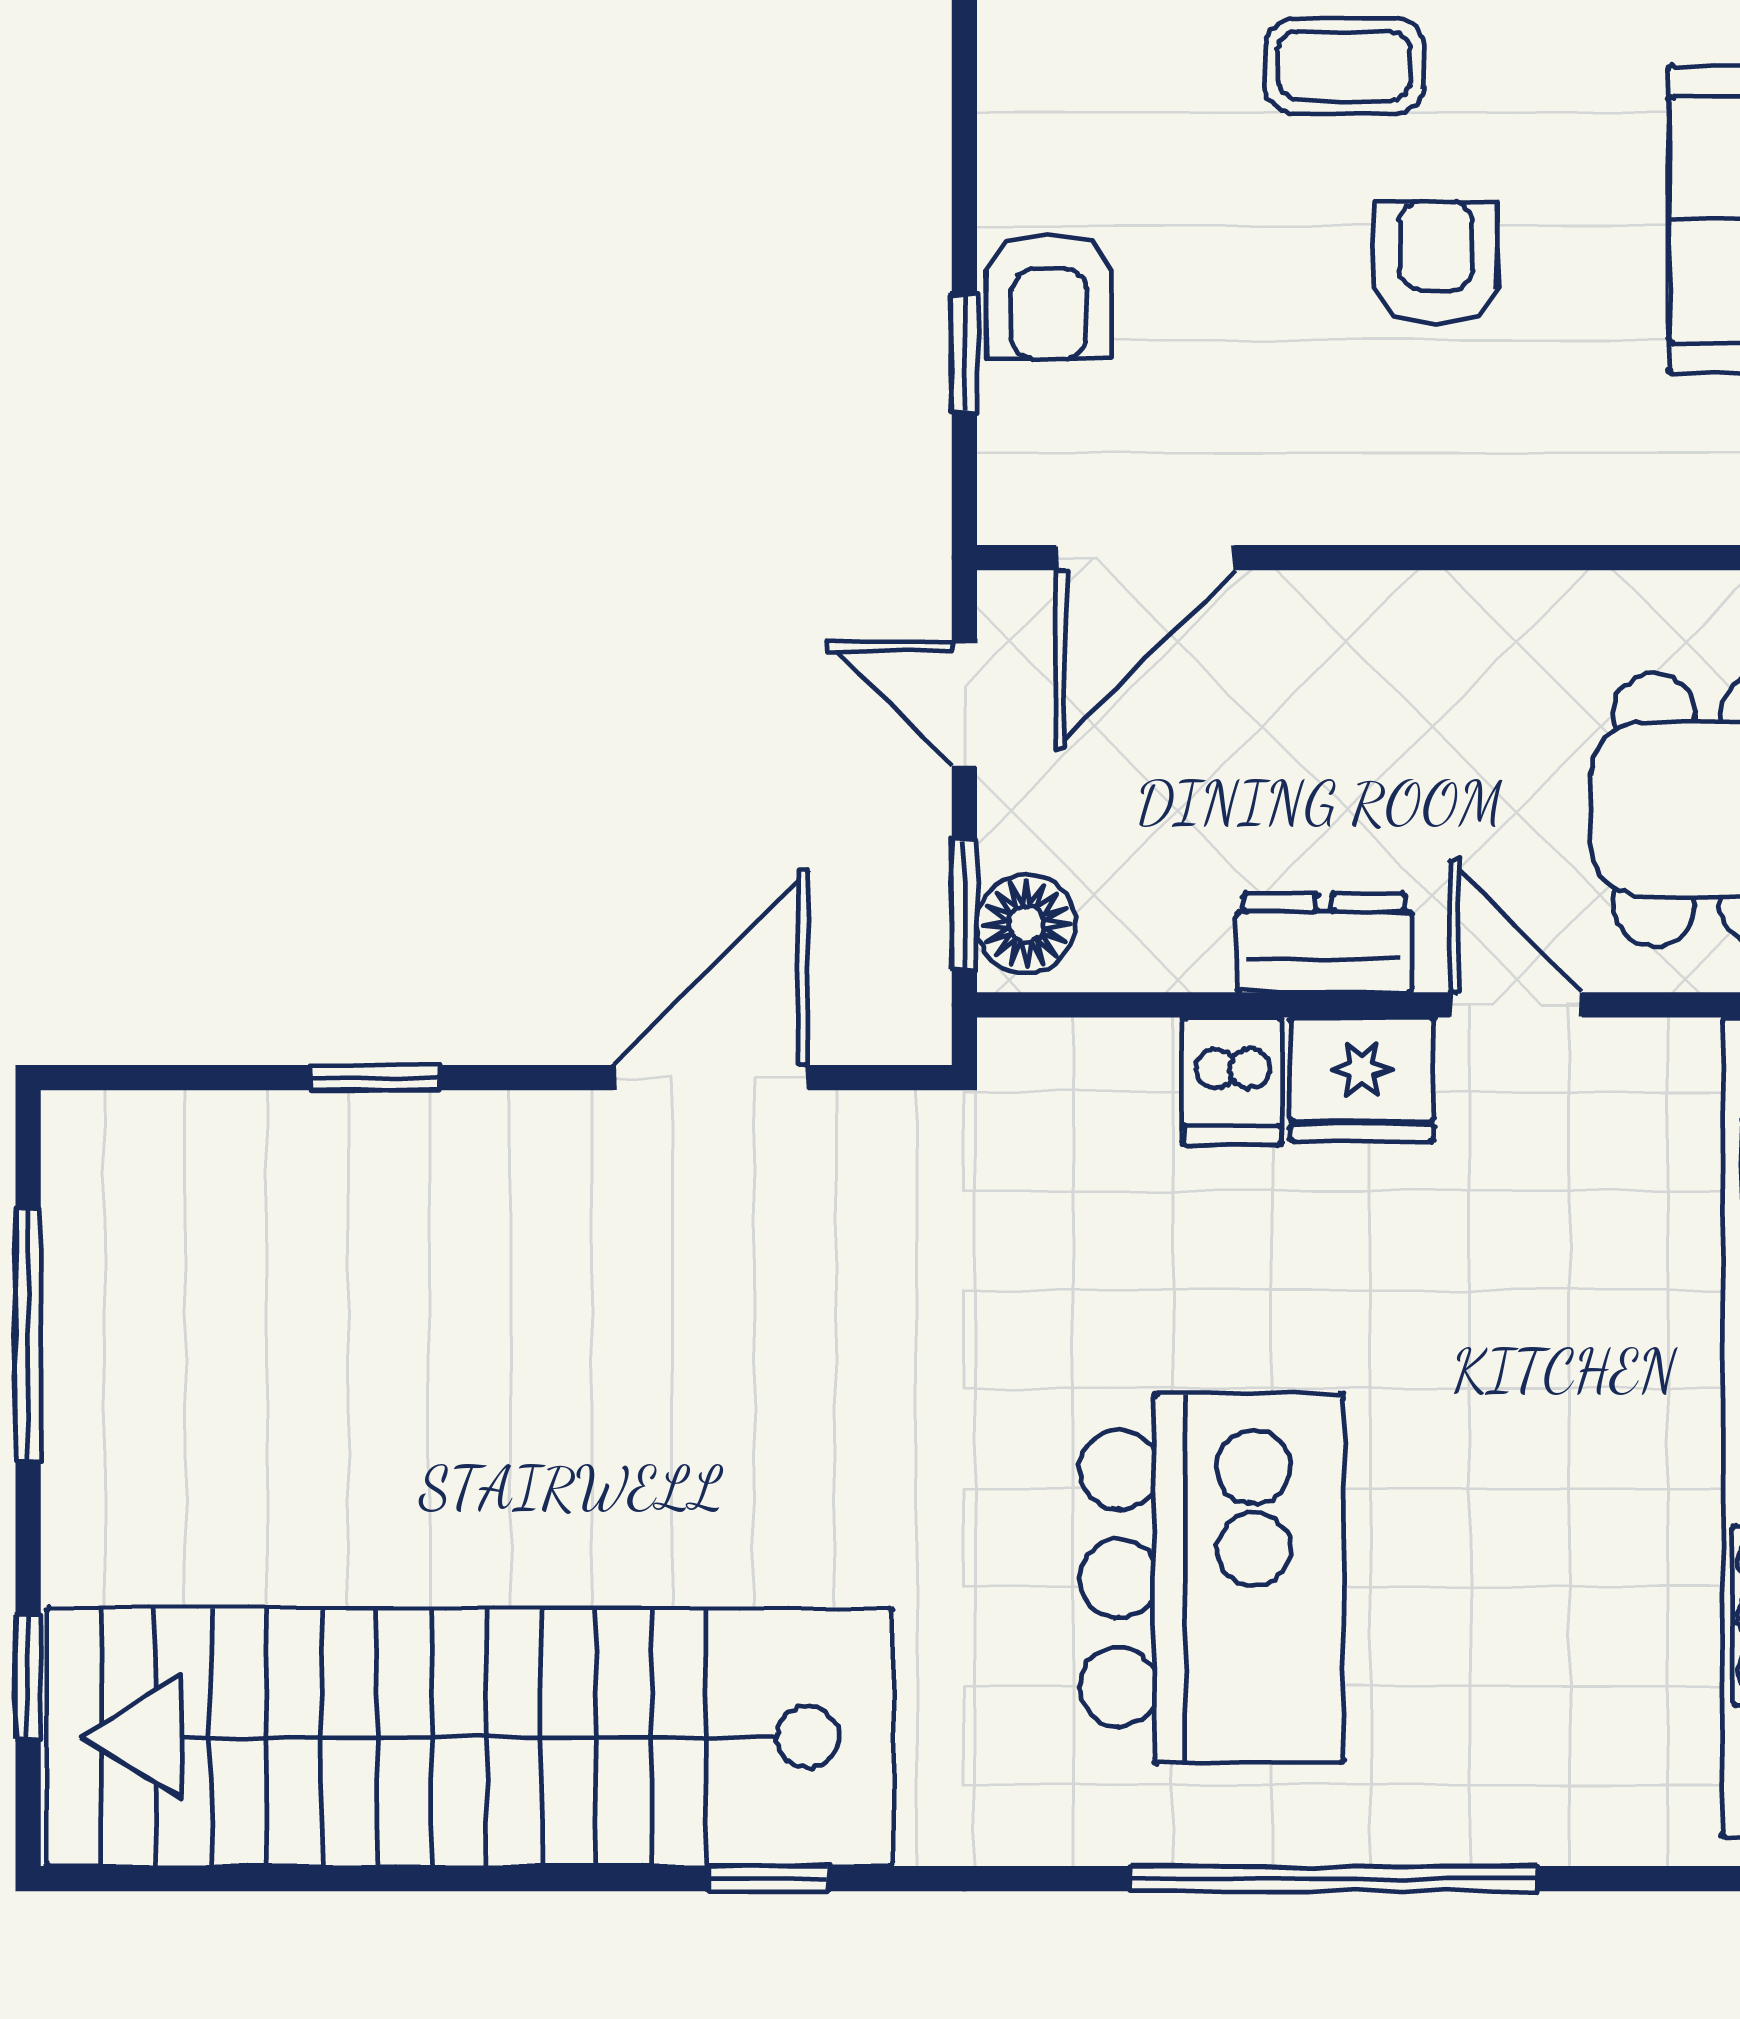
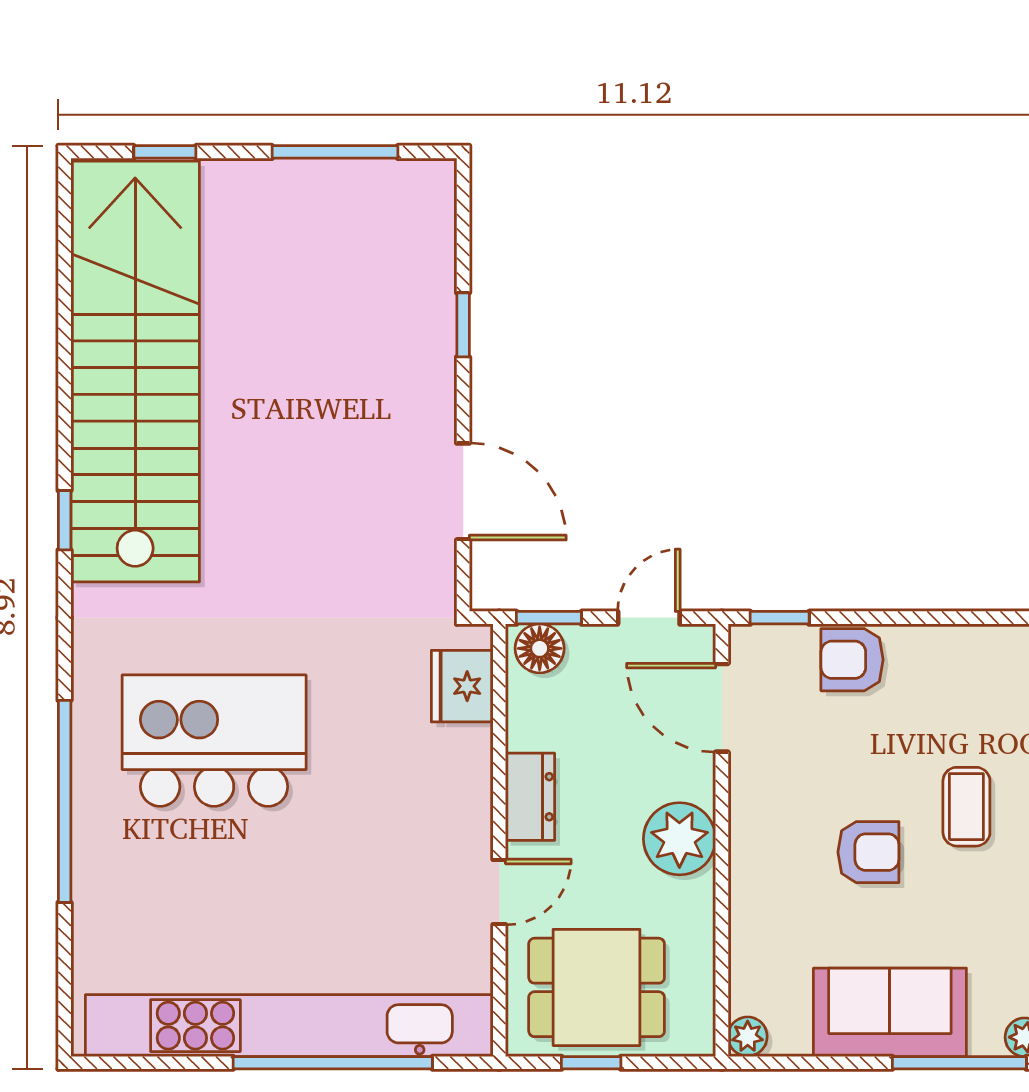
window: (964, 353) -> (780, 618), moved
plant: (1409, 643) -> (679, 839), added
fridge: (1362, 1079) -> (462, 686), moved
dishwasher: (1232, 1081) -> (461, 751), removed
kitchen island: (1211, 1578) -> (214, 741), turned 180

